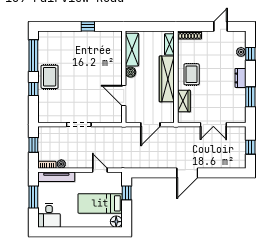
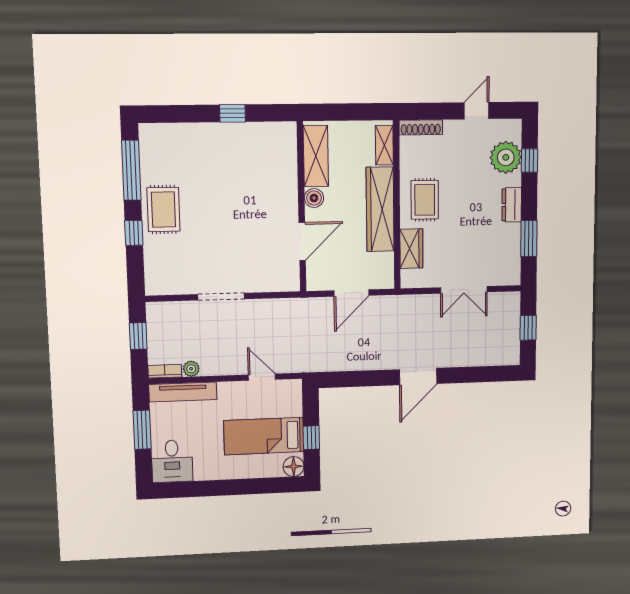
plant: (241, 52) -> (506, 157), width x1.88, depth x1.88
door: (124, 96) -> (302, 241), swing flipped
window: (127, 193) -> (311, 438), moved

